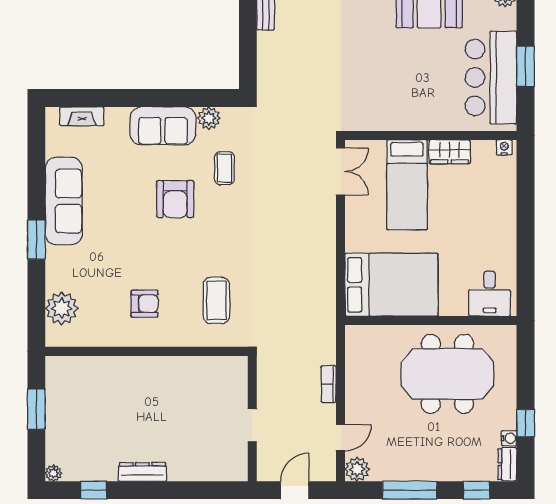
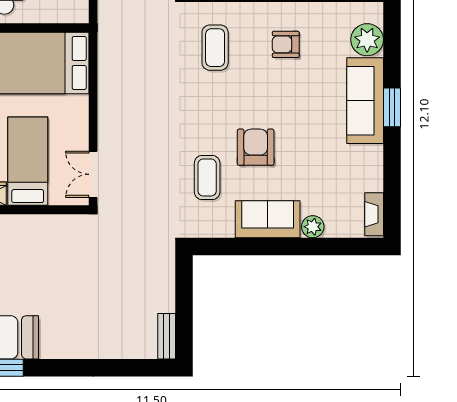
fireplace: (82, 116) -> (374, 214), moved, turned -90
plant: (209, 118) -> (313, 227), moved
coffee table: (224, 168) -> (207, 178), width x1.36, depth x1.30
sofa: (64, 201) -> (365, 101), moved

